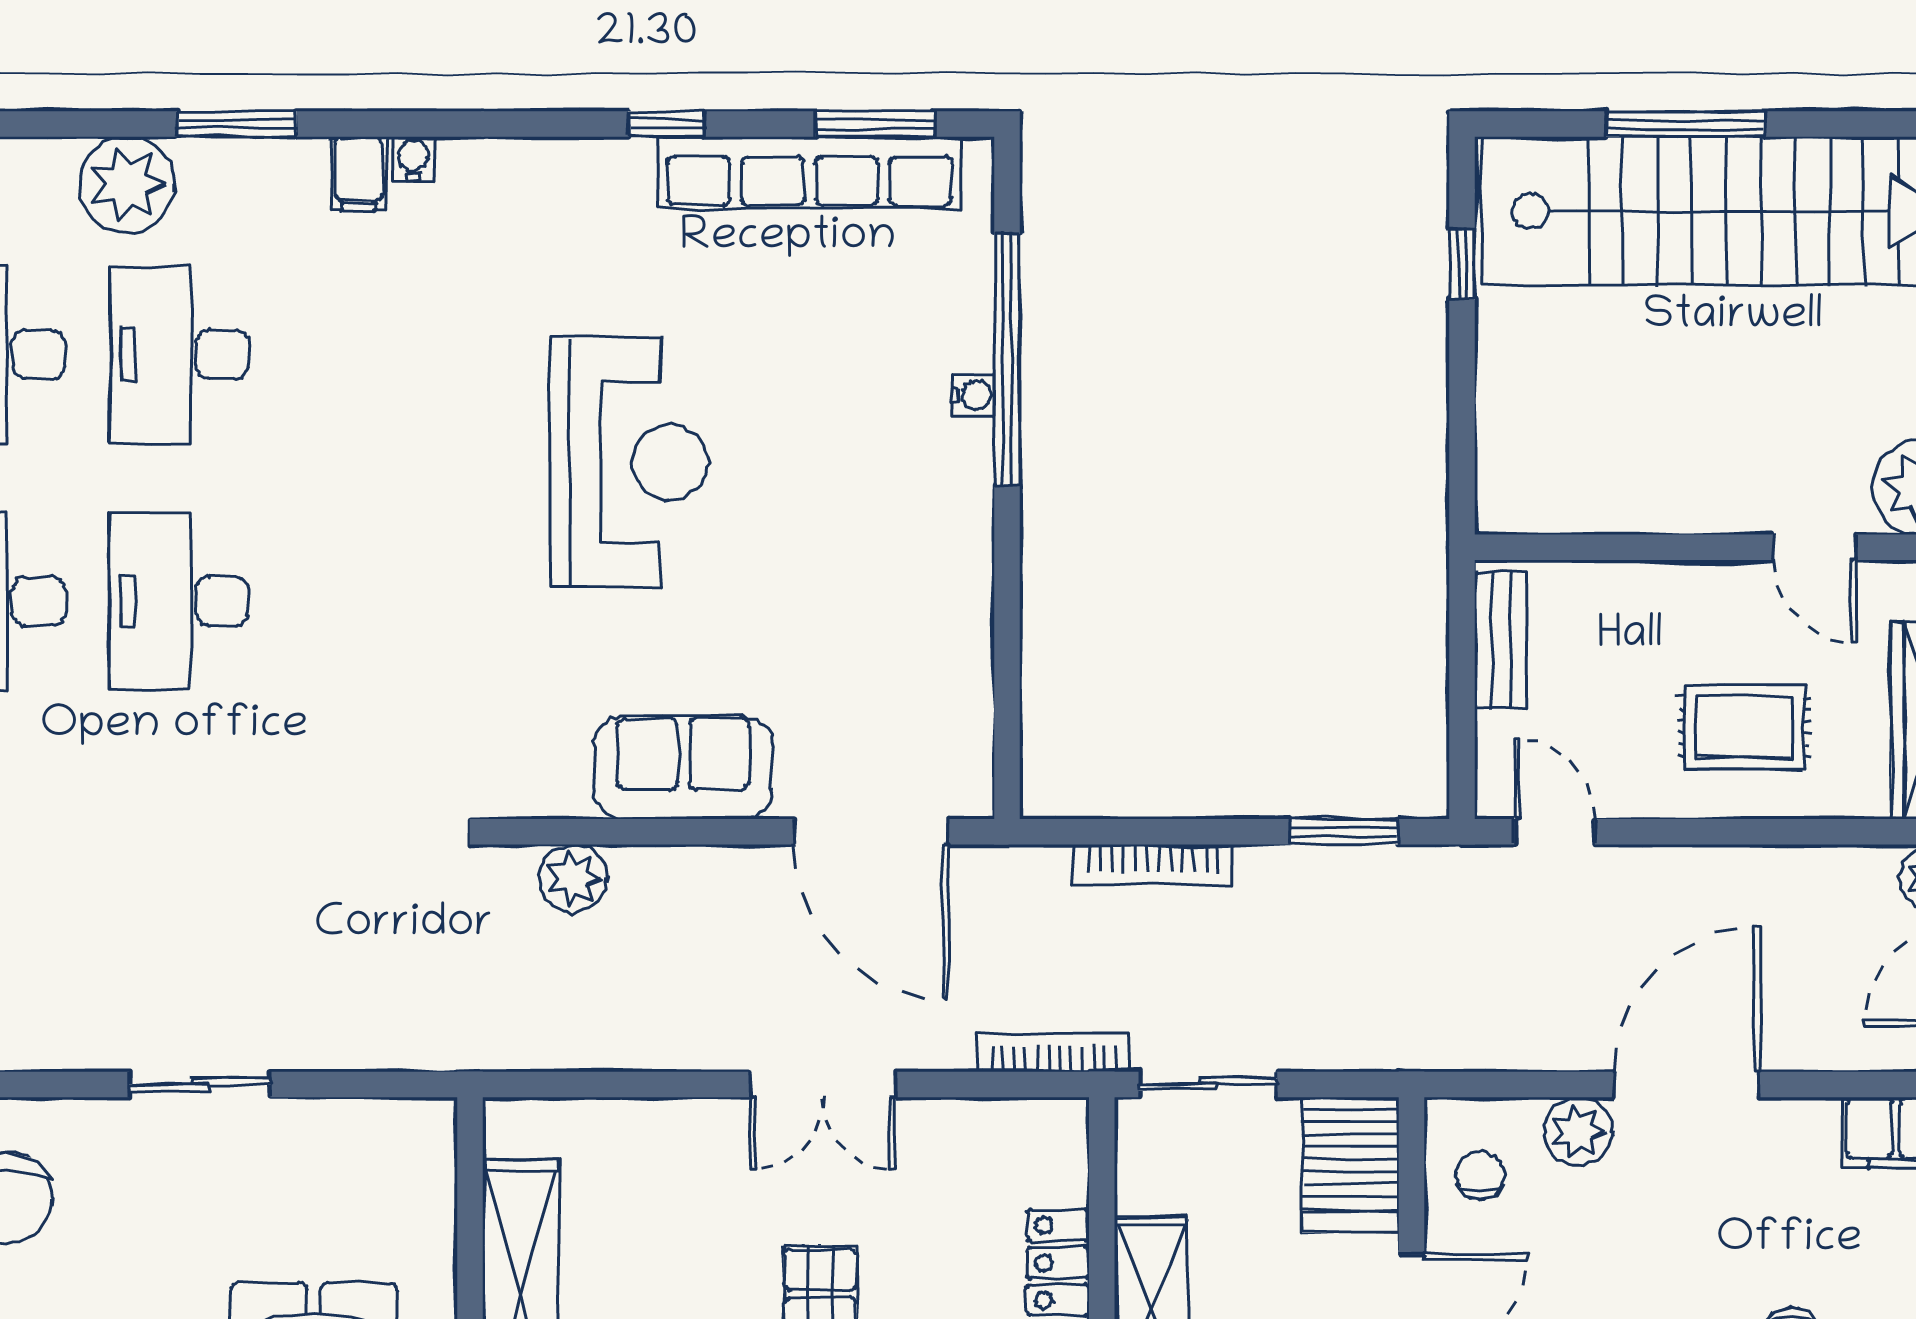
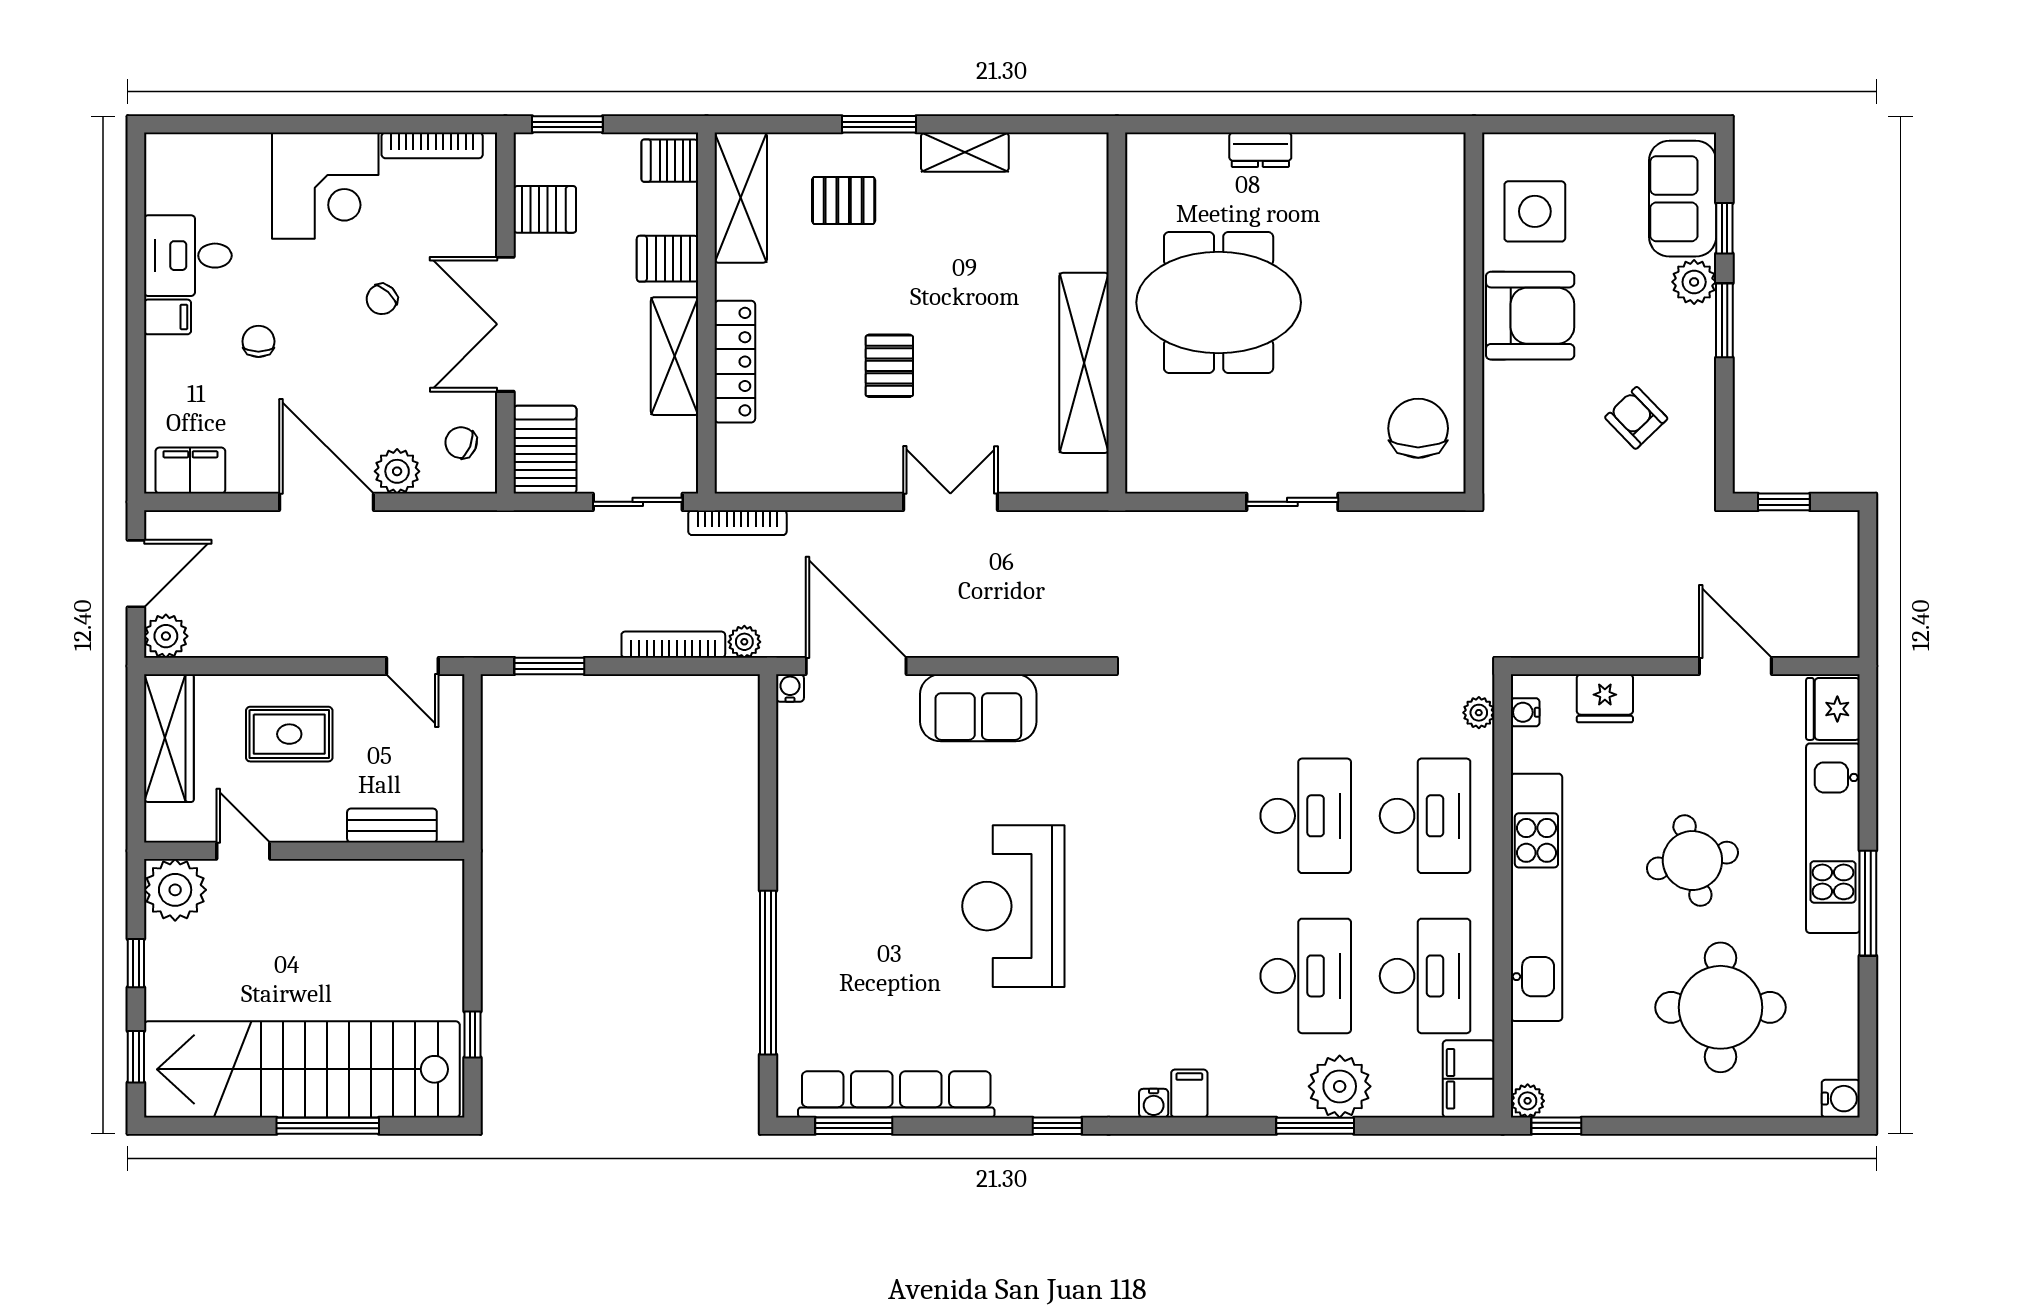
window: (237, 124) -> (1315, 1126), moved
window: (666, 124) -> (1057, 1126), moved
water cooler: (973, 395) -> (790, 688), moved, turned 90
bench: (1501, 640) -> (392, 825), moved, turned 90
plant: (573, 878) -> (744, 642), moved, width x0.73, depth x0.73
double door: (823, 1084) -> (950, 502), moved
door: (1687, 1084) -> (326, 502), swing flipped
chair: (1480, 1176) -> (461, 443), turned 112

